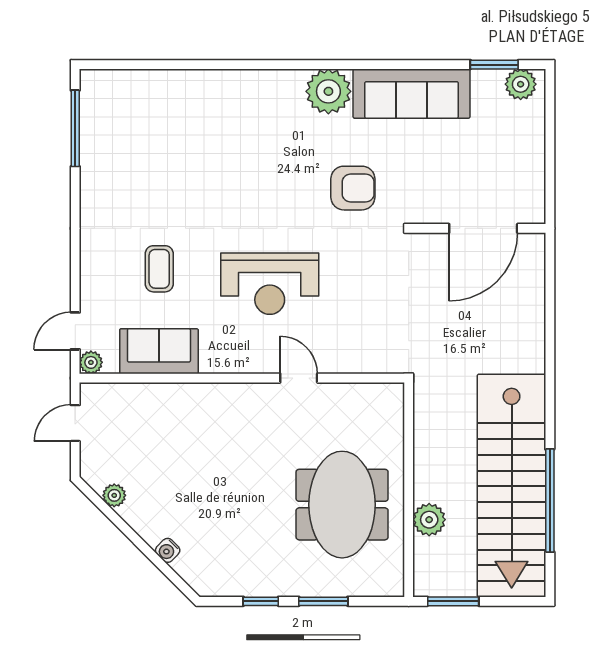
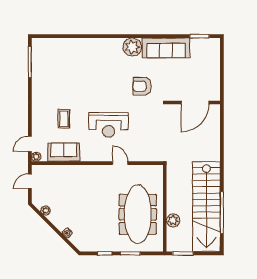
plant: (521, 84) -> (210, 44), removed
armchair: (353, 188) -> (142, 86), turned 180
meeting table: (342, 505) -> (138, 214), width x1.36

